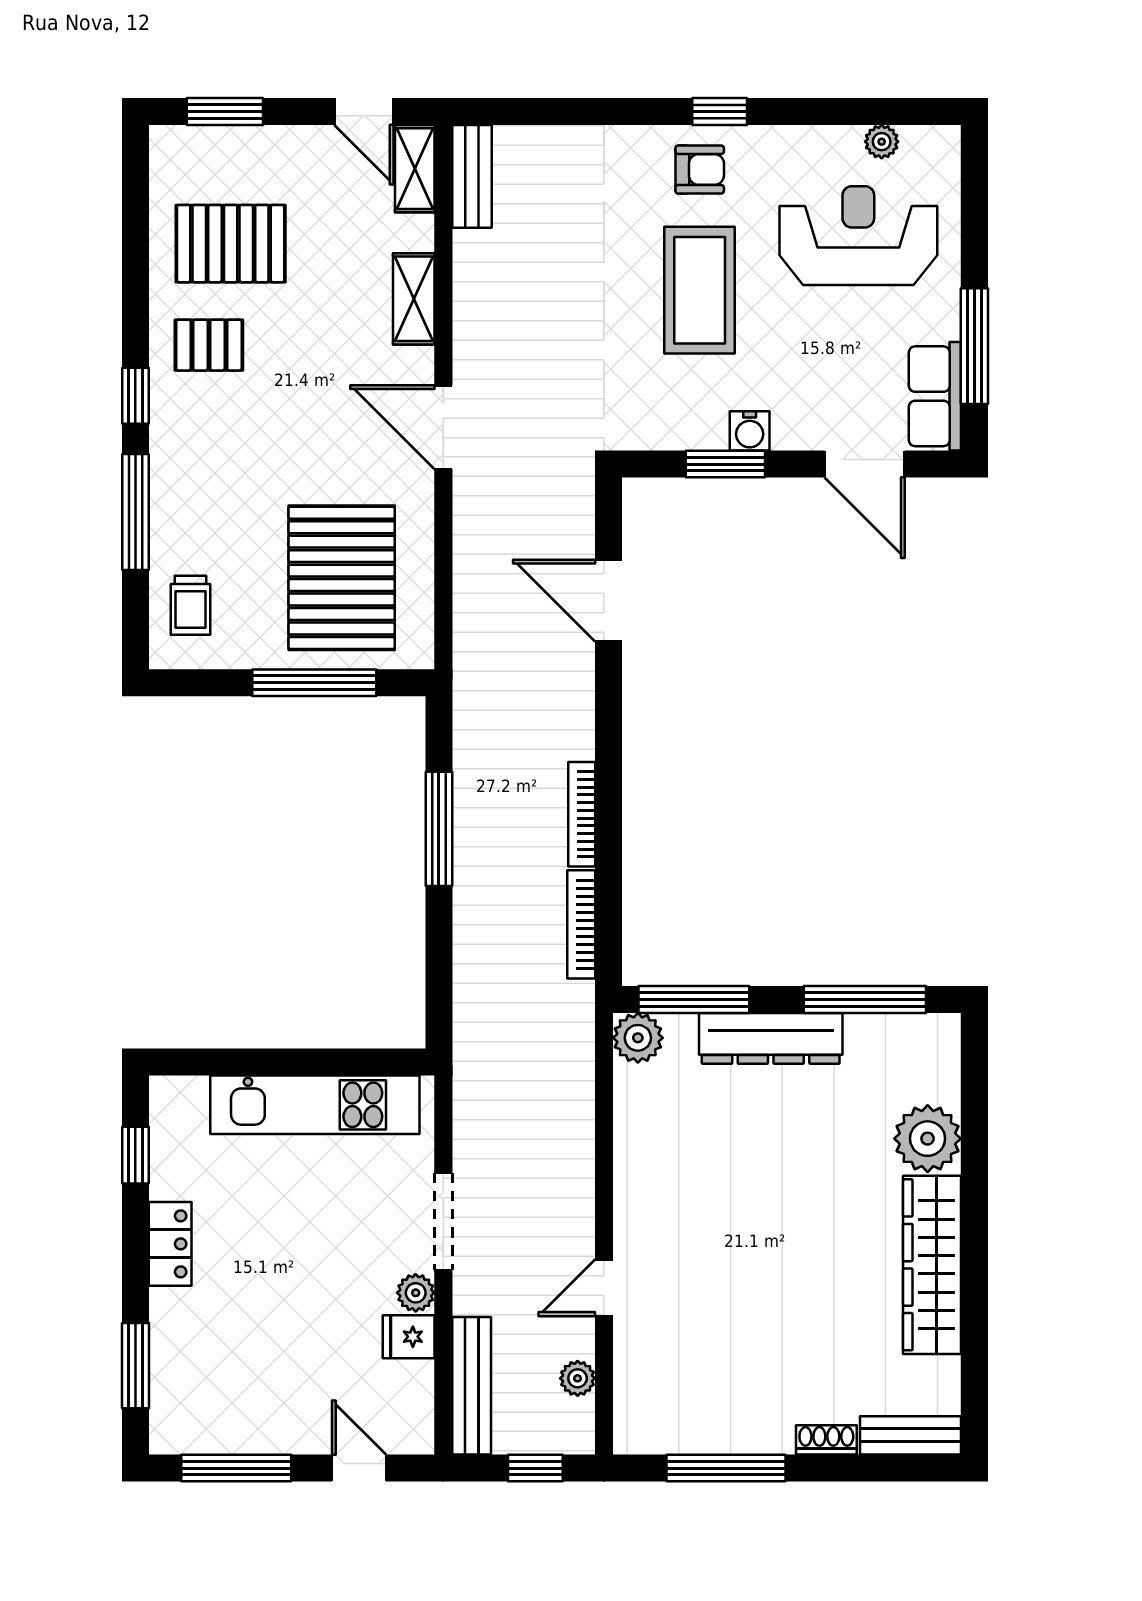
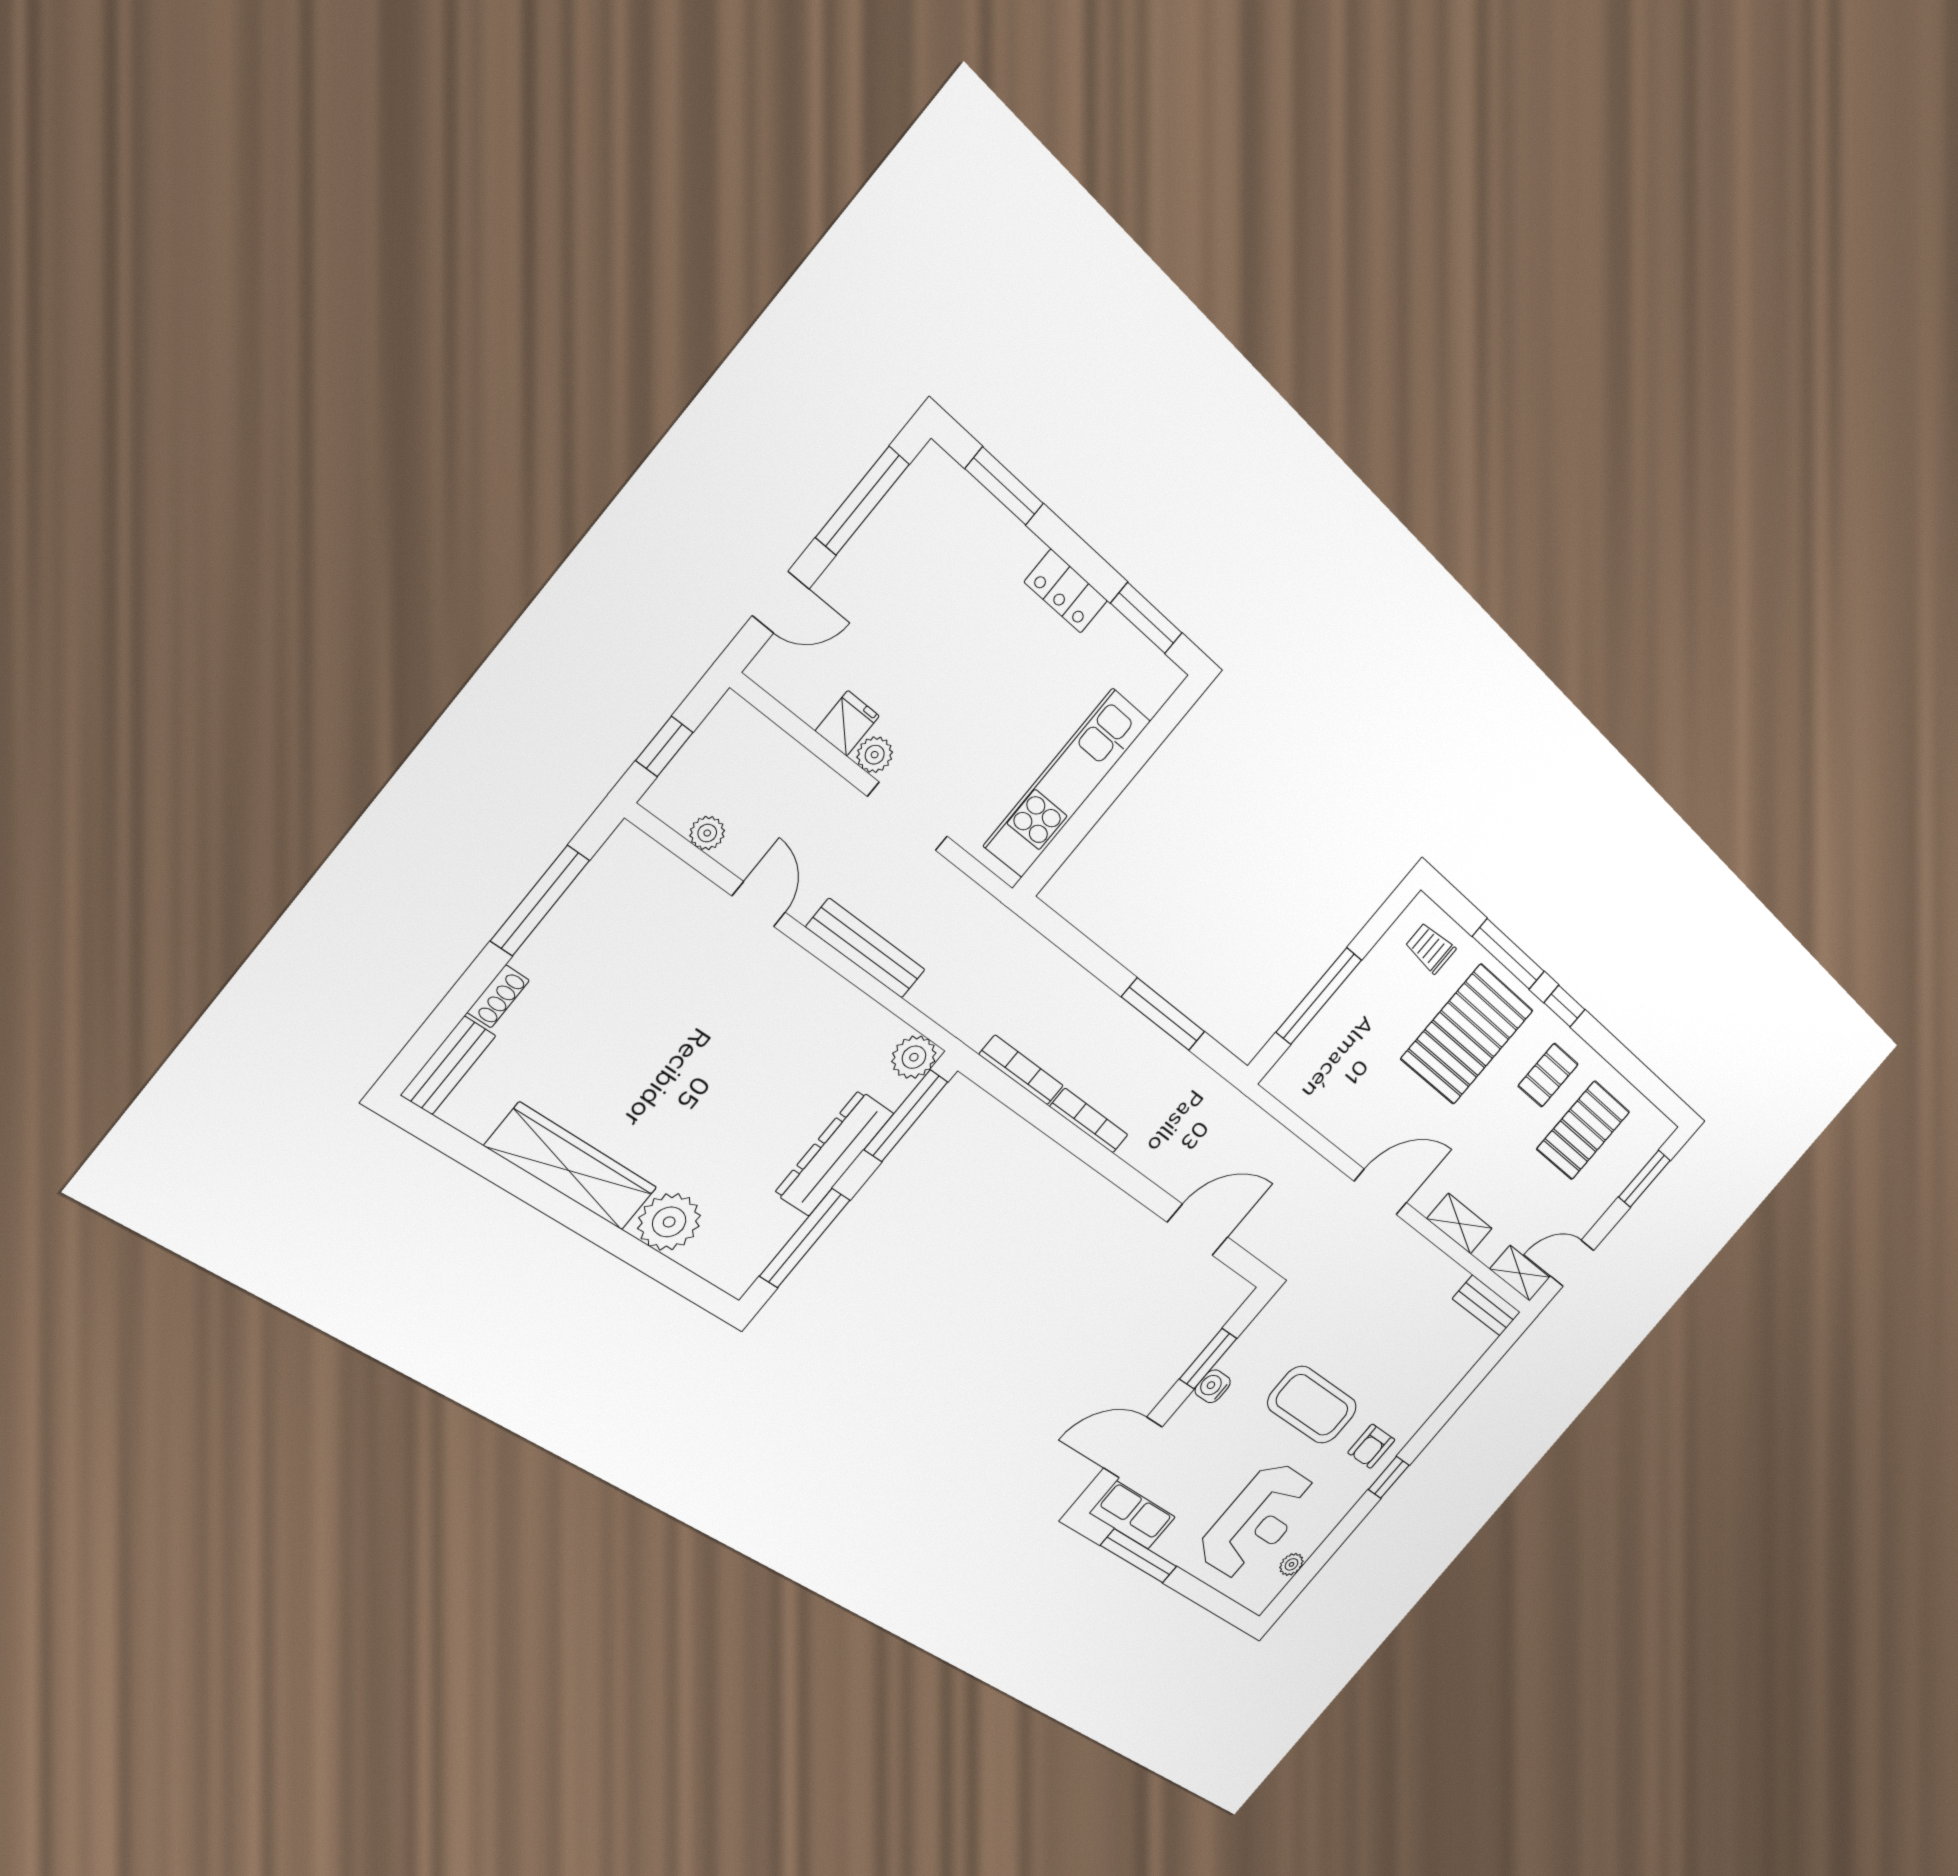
pallet: (342, 578) -> (1467, 1035), moved, turned 90
window: (135, 1155) -> (1146, 618), width x1.50
bench: (472, 1386) -> (866, 949), moved

